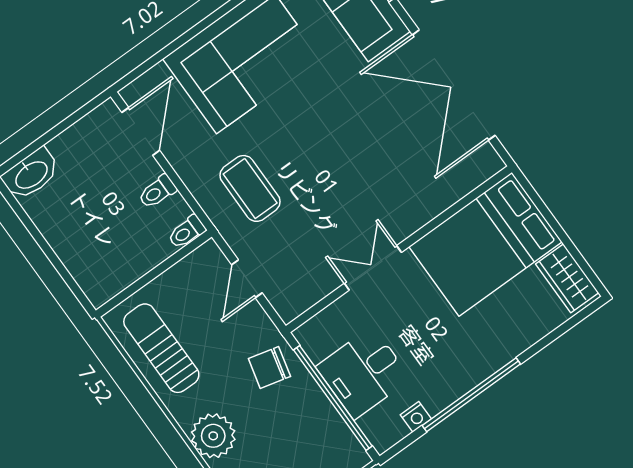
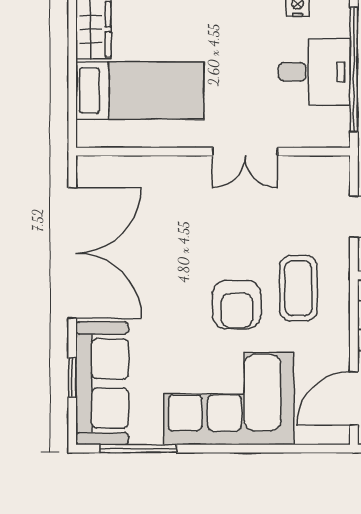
armchair: (290, 139) -> (237, 305), added
bed: (485, 244) -> (140, 90), width x0.67

